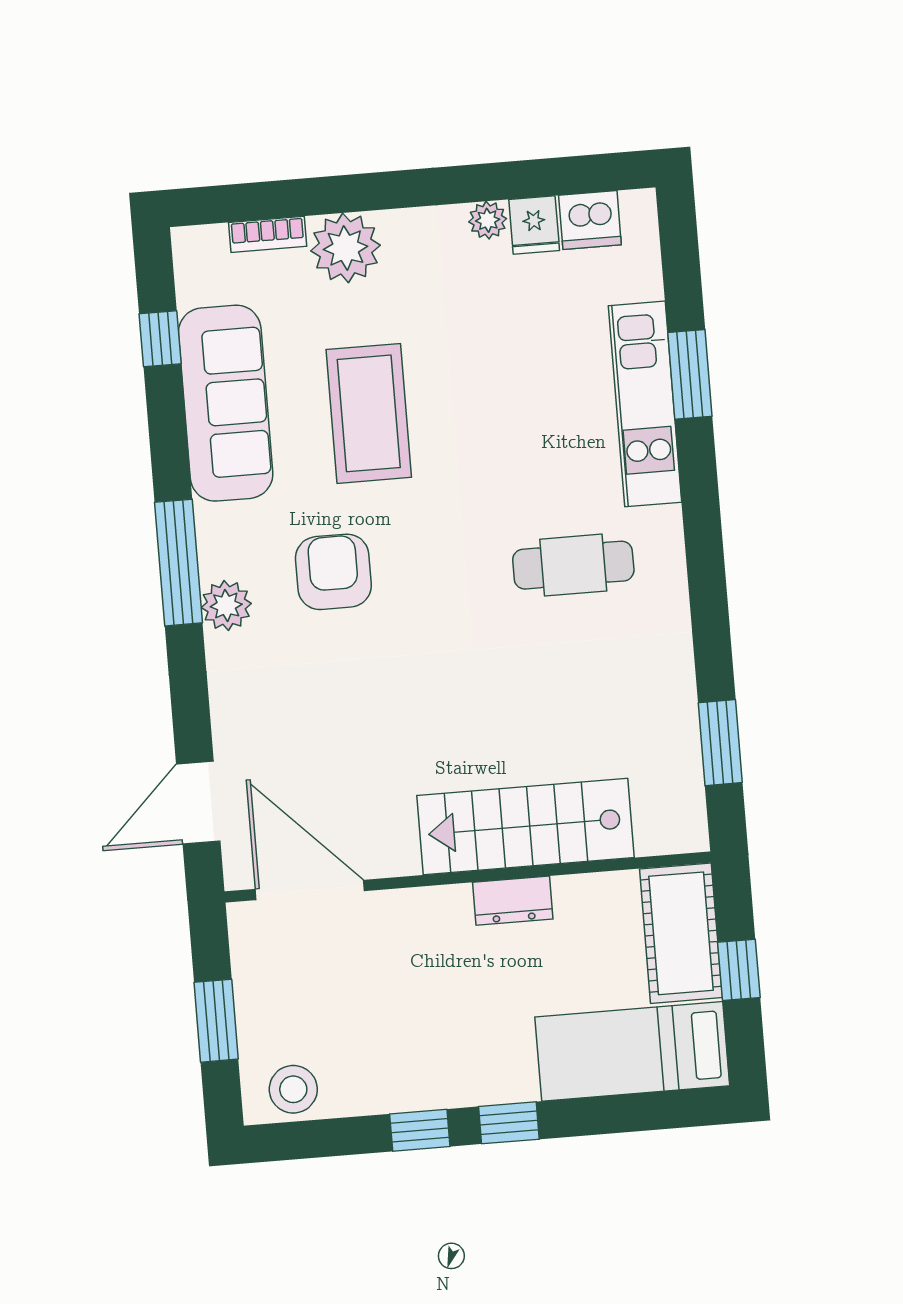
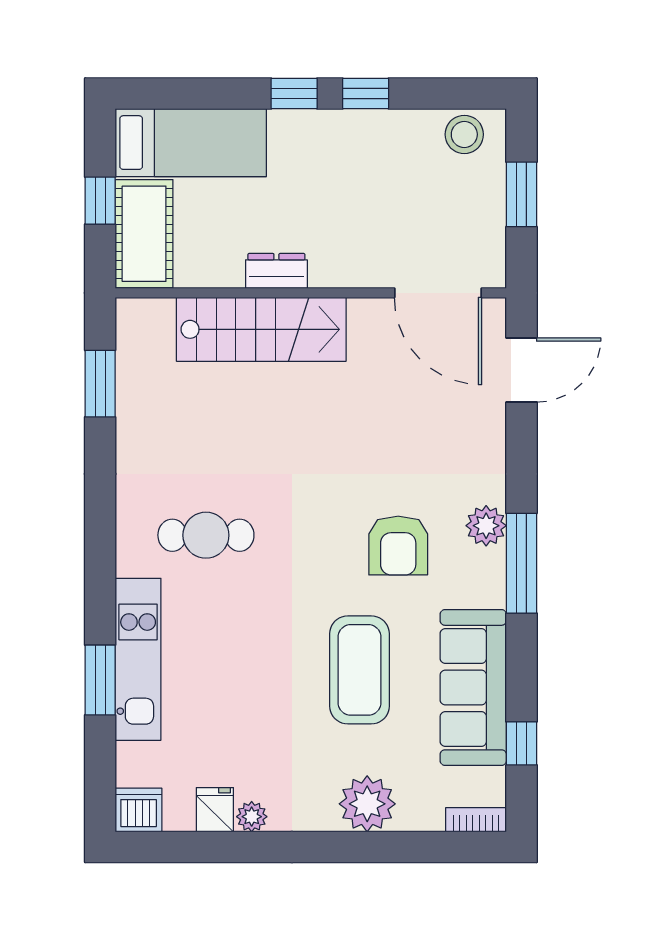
dishwasher: (590, 220) -> (139, 810), moved
bookcase: (268, 234) -> (476, 820), moved

